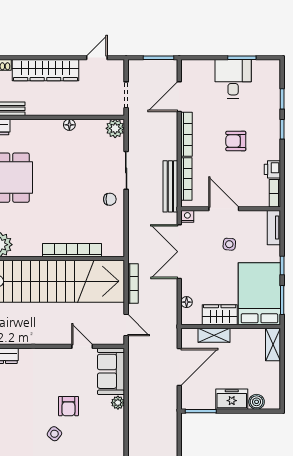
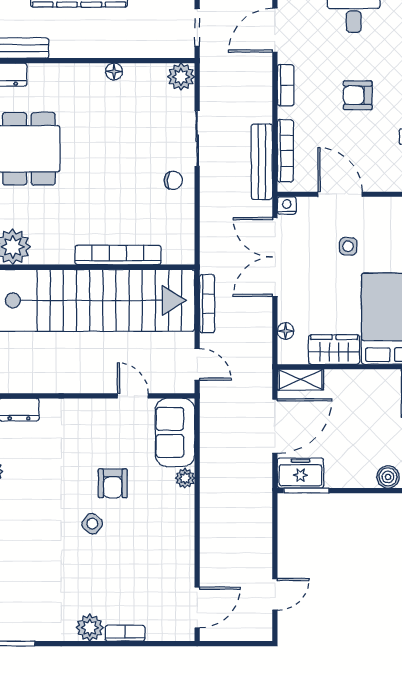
bookcase: (187, 134) -> (286, 85), width x0.64
shelving: (214, 335) -> (300, 380), moved
freezer: (232, 399) -> (300, 473), moved

